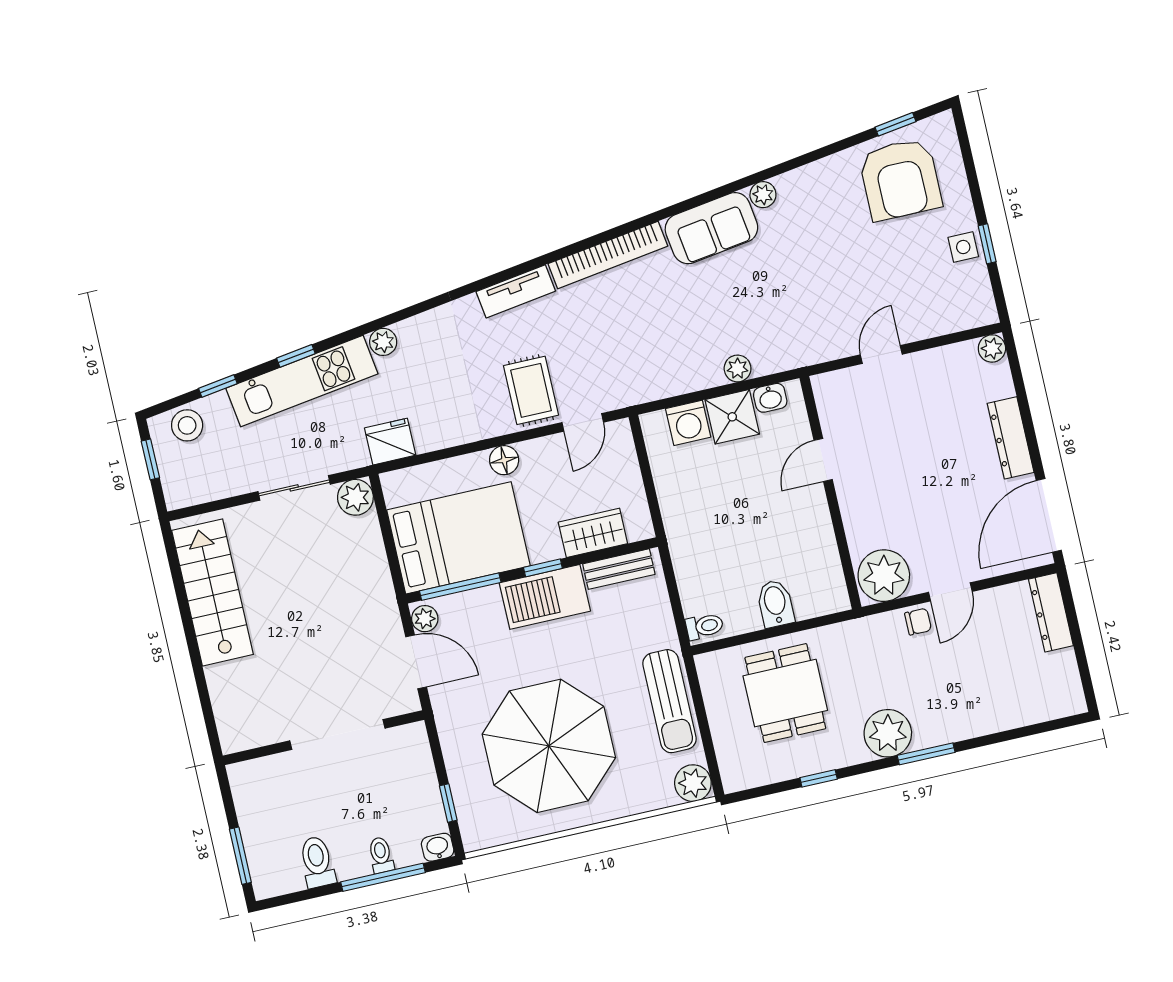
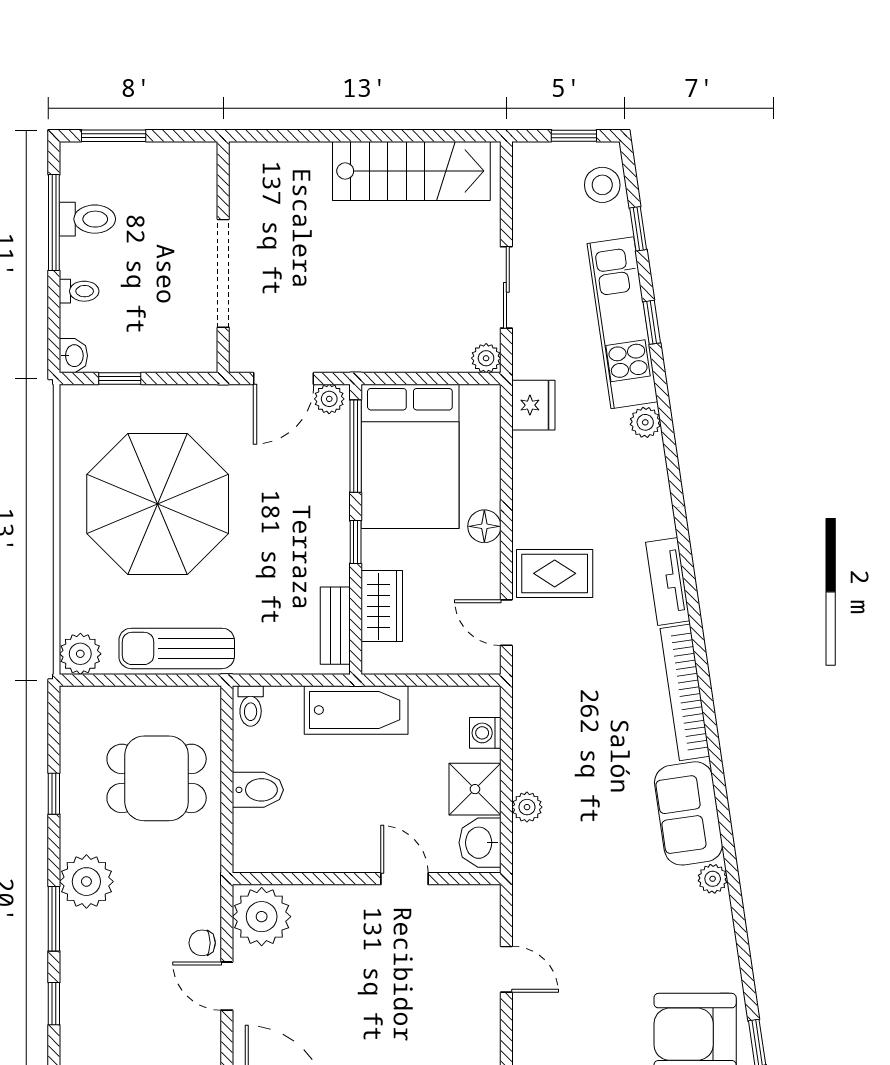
washbasin: (770, 398) -> (480, 843), width x1.38, depth x1.45
washing machine: (688, 423) -> (485, 733), width x0.73, depth x0.73
plant: (355, 497) -> (486, 358), width x0.73, depth x0.73
bathtub: (687, 535) -> (356, 710), added
barbecue: (545, 597) -> (323, 537), removed
chair: (918, 622) -> (202, 943), turned 90
window: (999, 737) -> (54, 1004), added
window: (383, 877) -> (54, 223), moved

